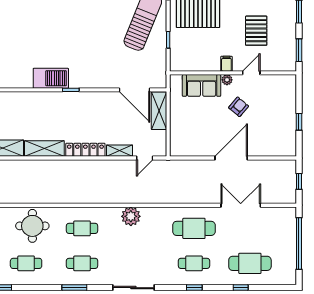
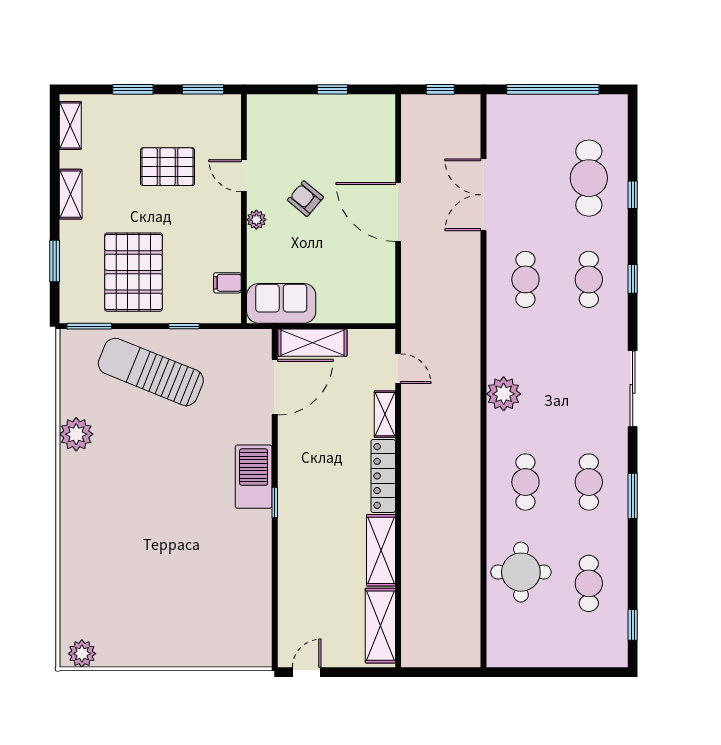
filing cabinet: (226, 64) -> (227, 283), moved
barbecue: (51, 78) -> (254, 477), moved
sofa: (202, 85) -> (281, 303), moved, turned -90
cafe table: (194, 228) -> (525, 279), width x0.73, depth x0.74

